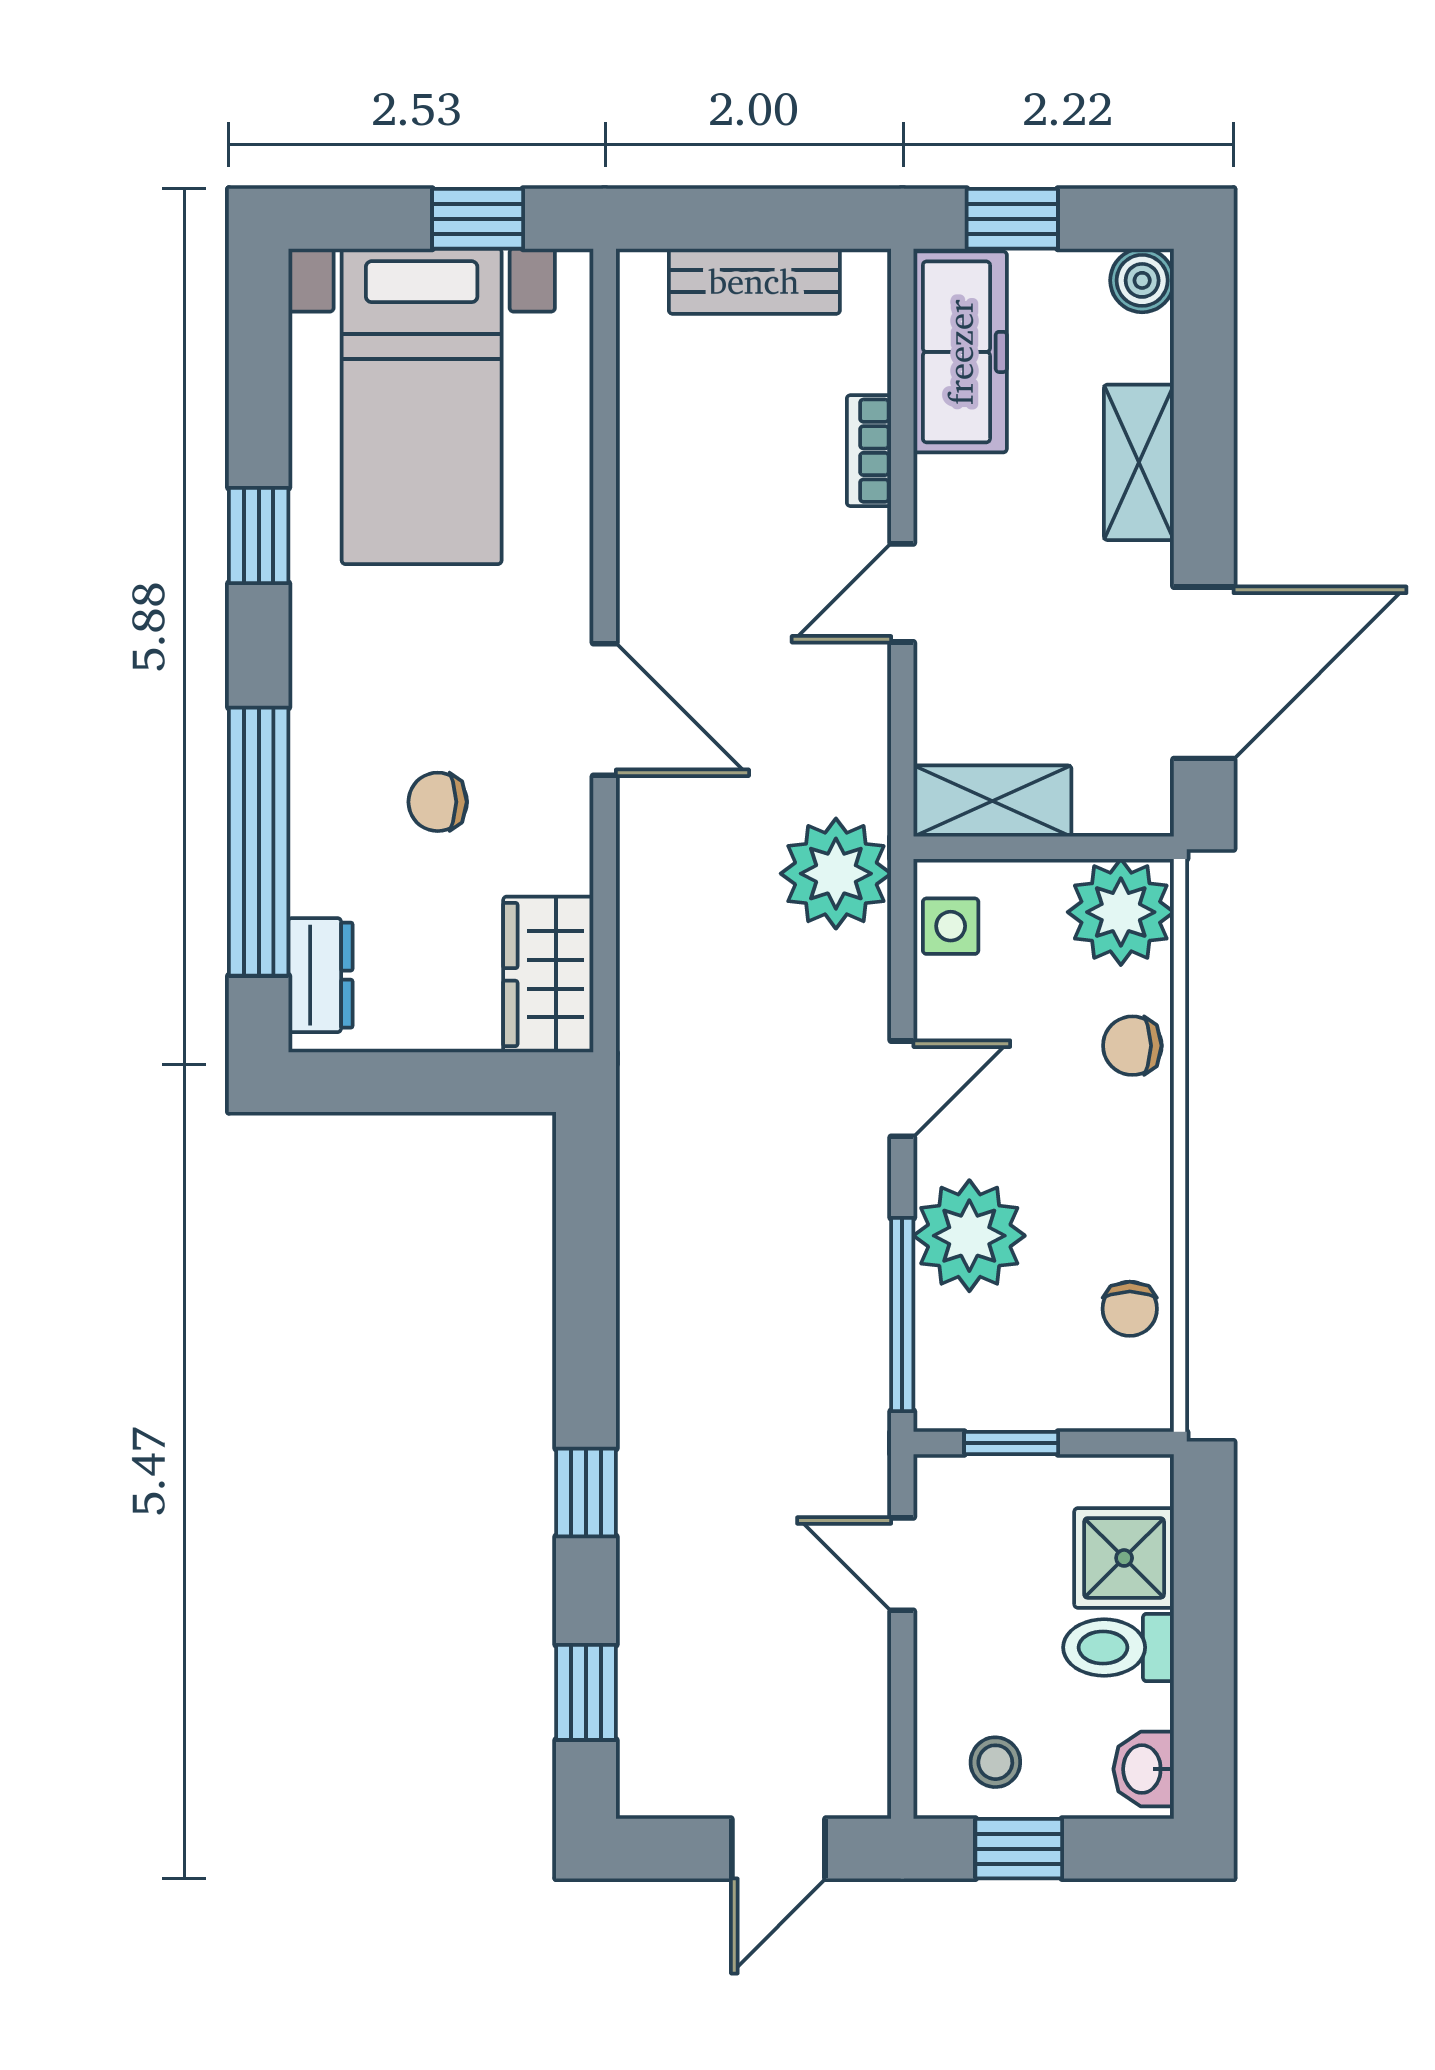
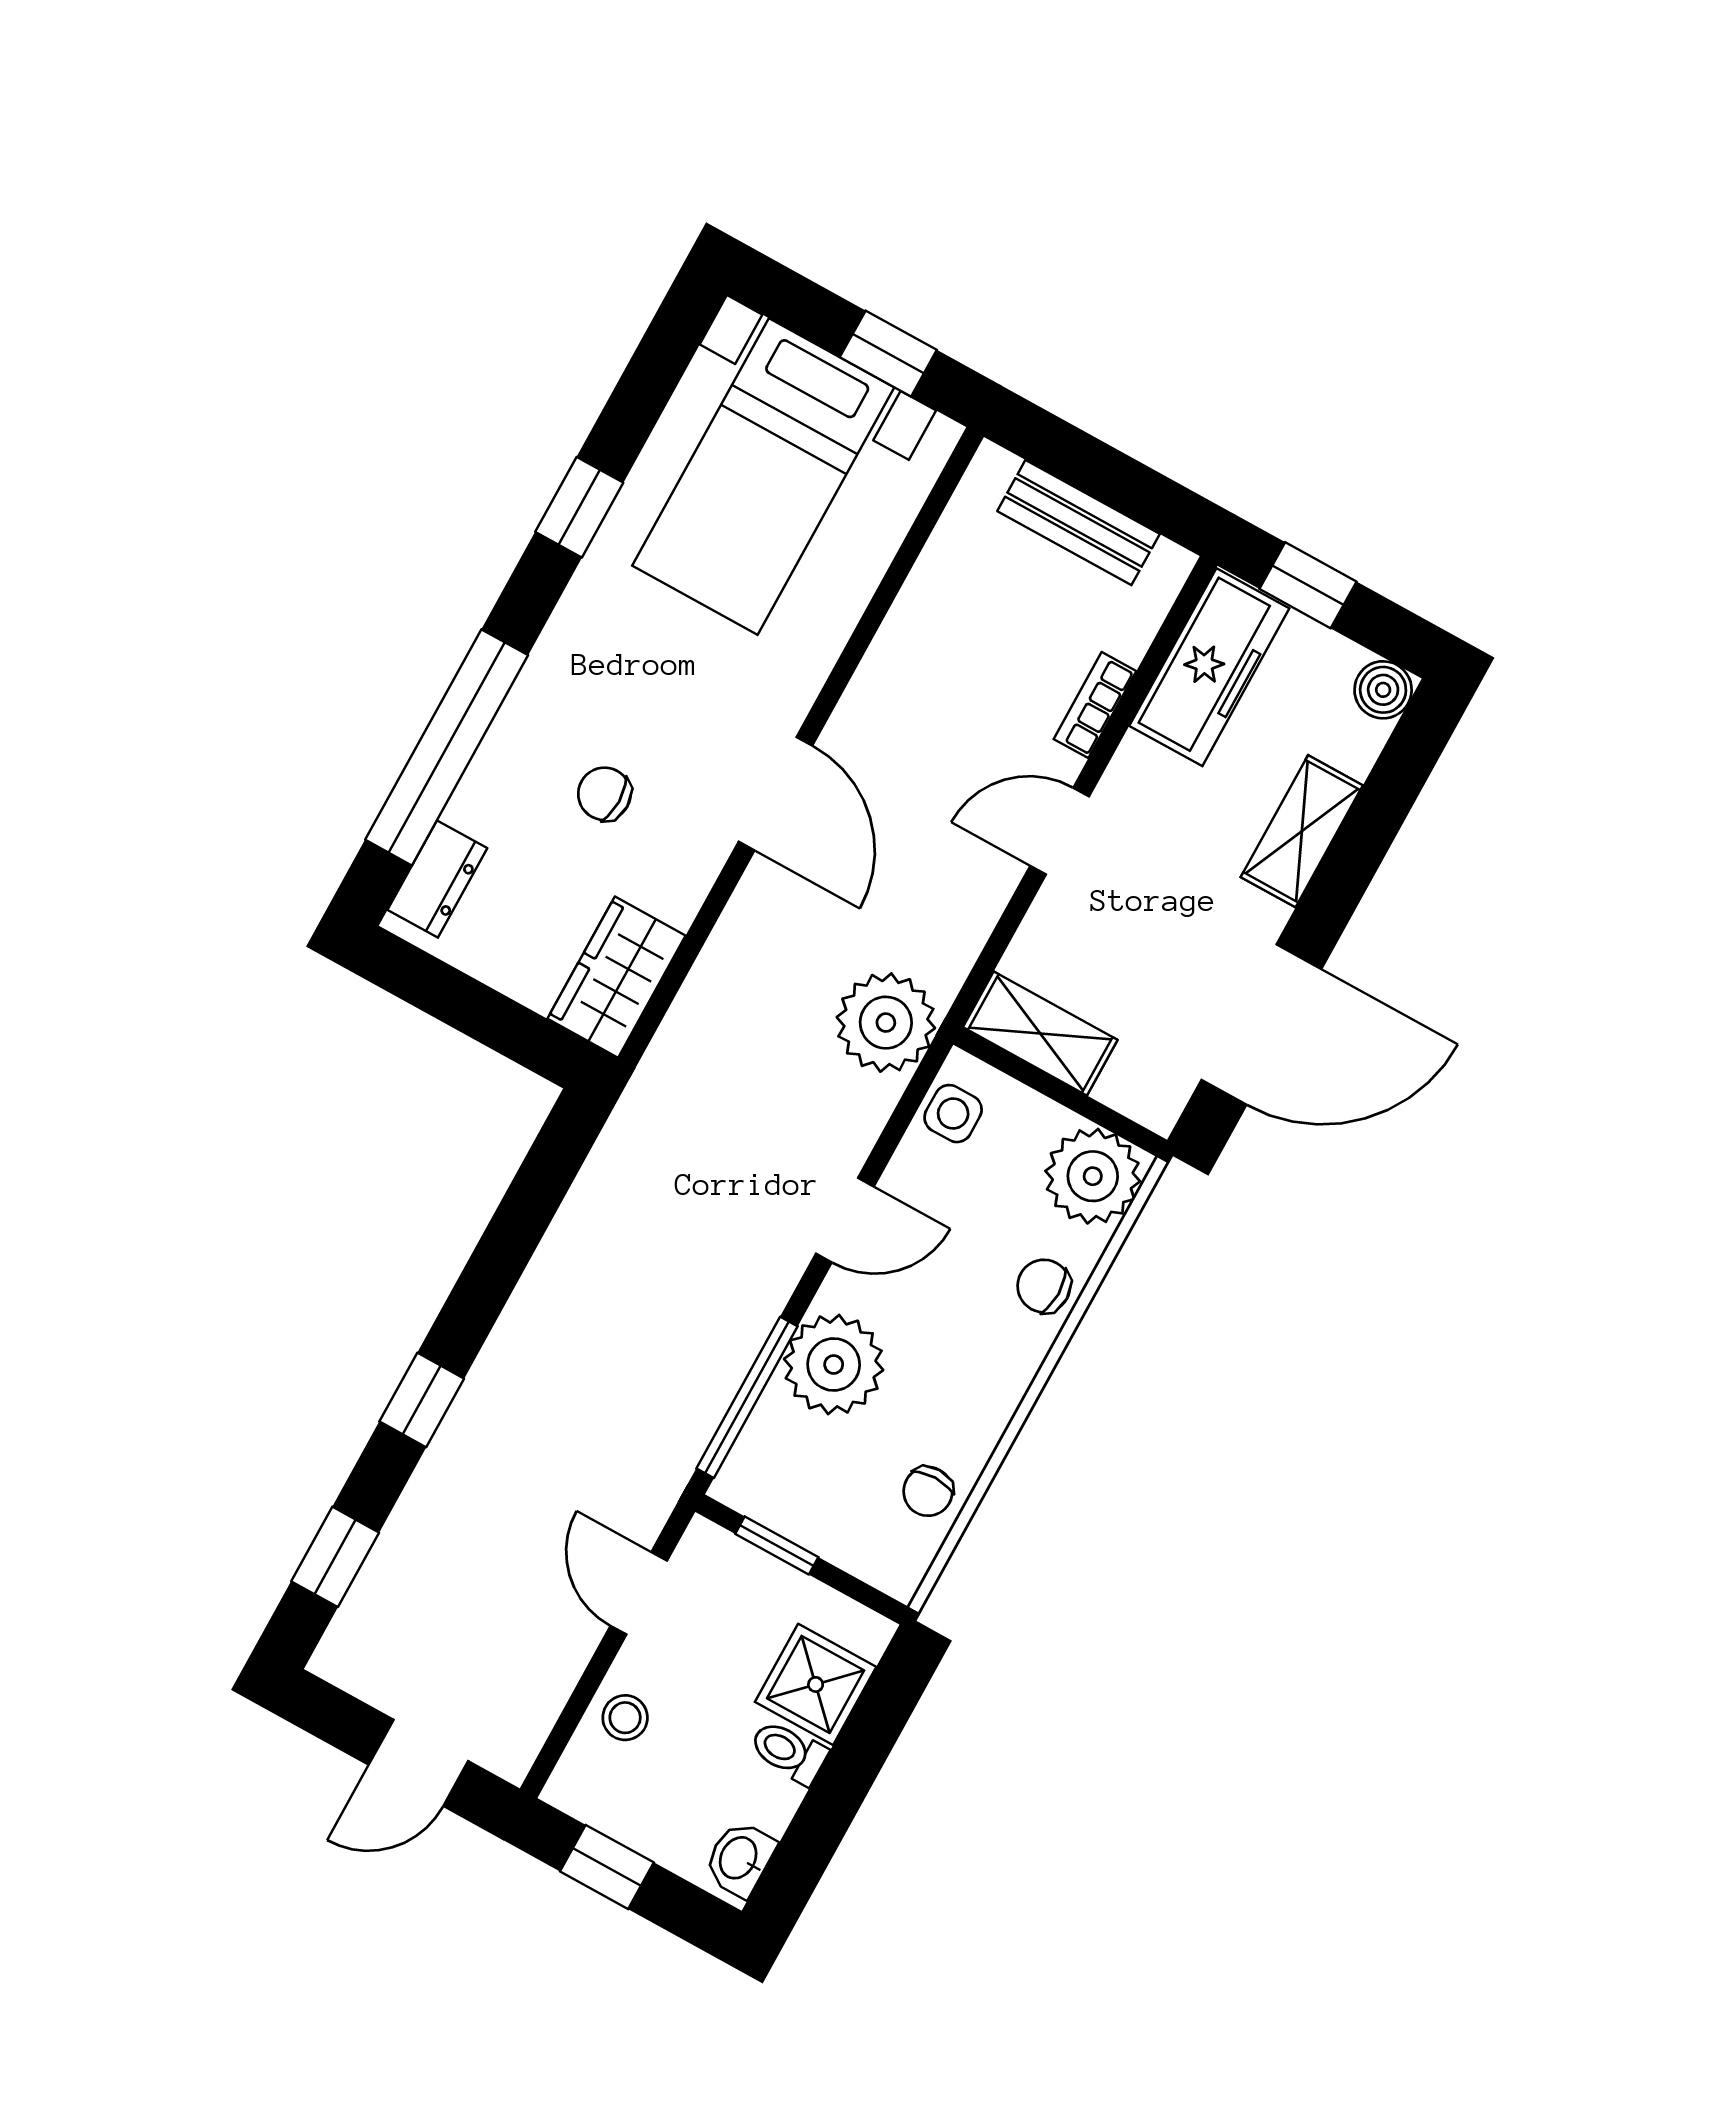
toilet: (1119, 1647) -> (788, 1752), width x0.73, depth x0.72
stool: (995, 1762) -> (625, 1718), moved

